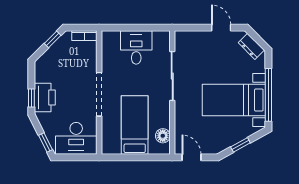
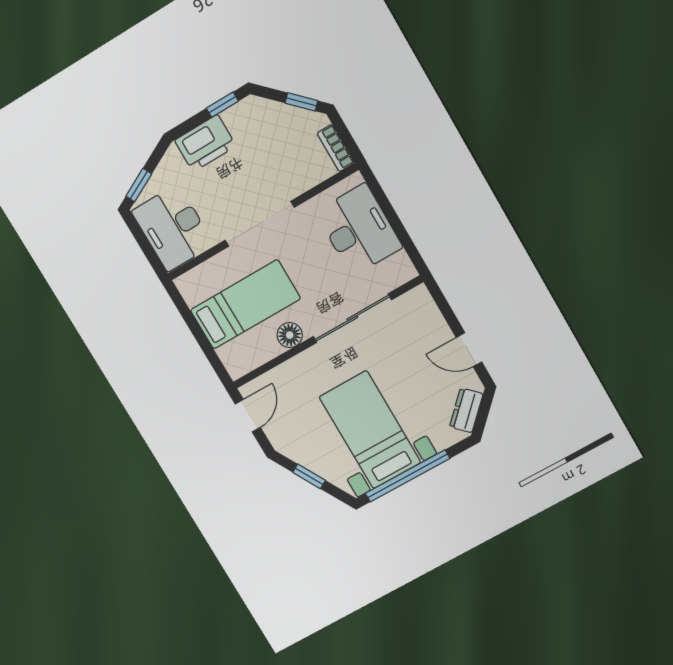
door: (221, 28) -> (469, 350), swing flipped
desk: (136, 47) -> (359, 230), width x1.37
window: (31, 98) -> (222, 105), moved
floor lamp: (163, 136) -> (290, 335), moved

